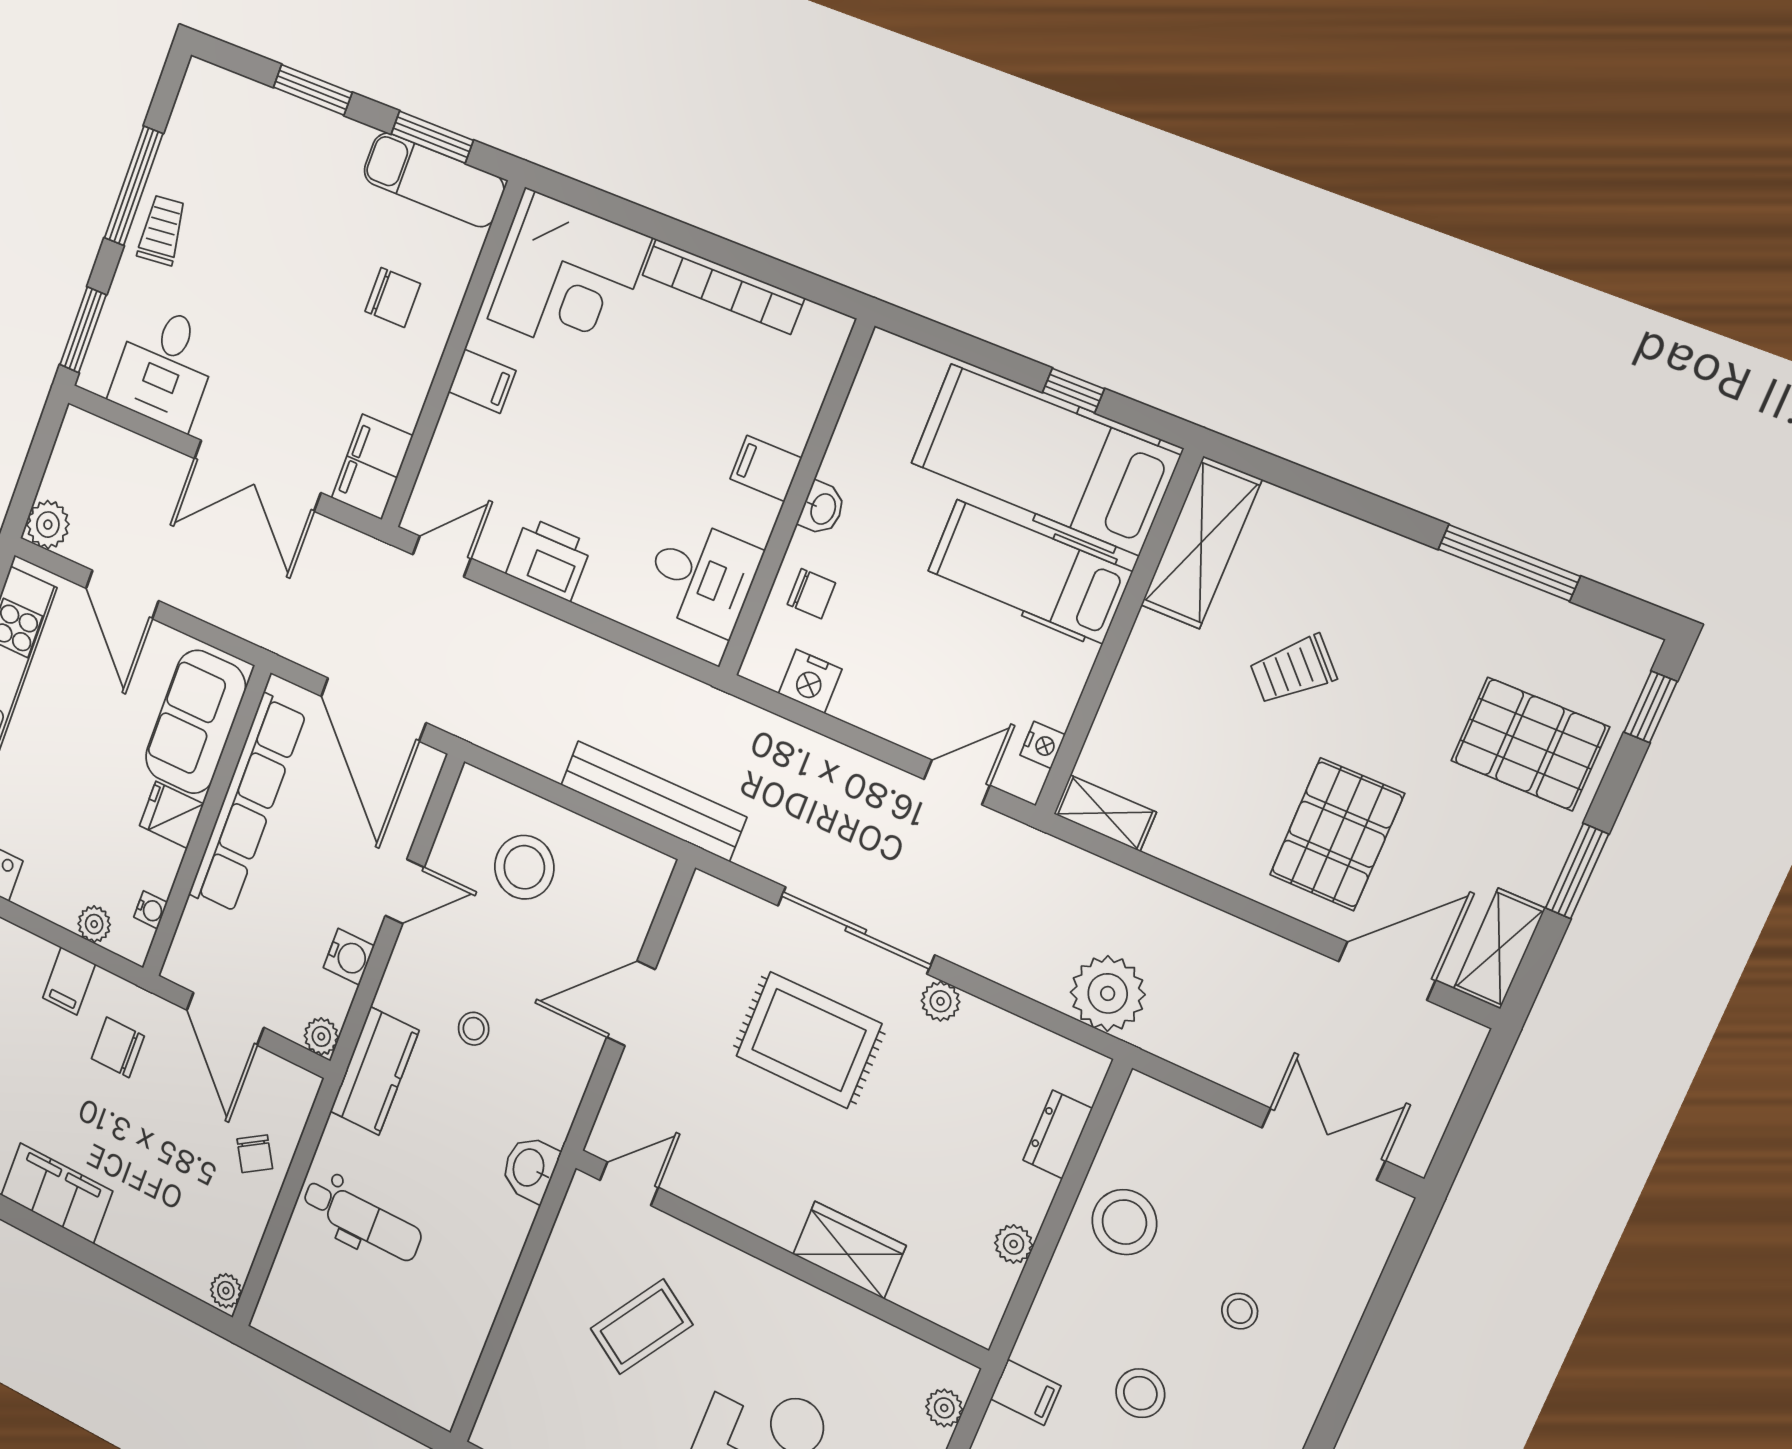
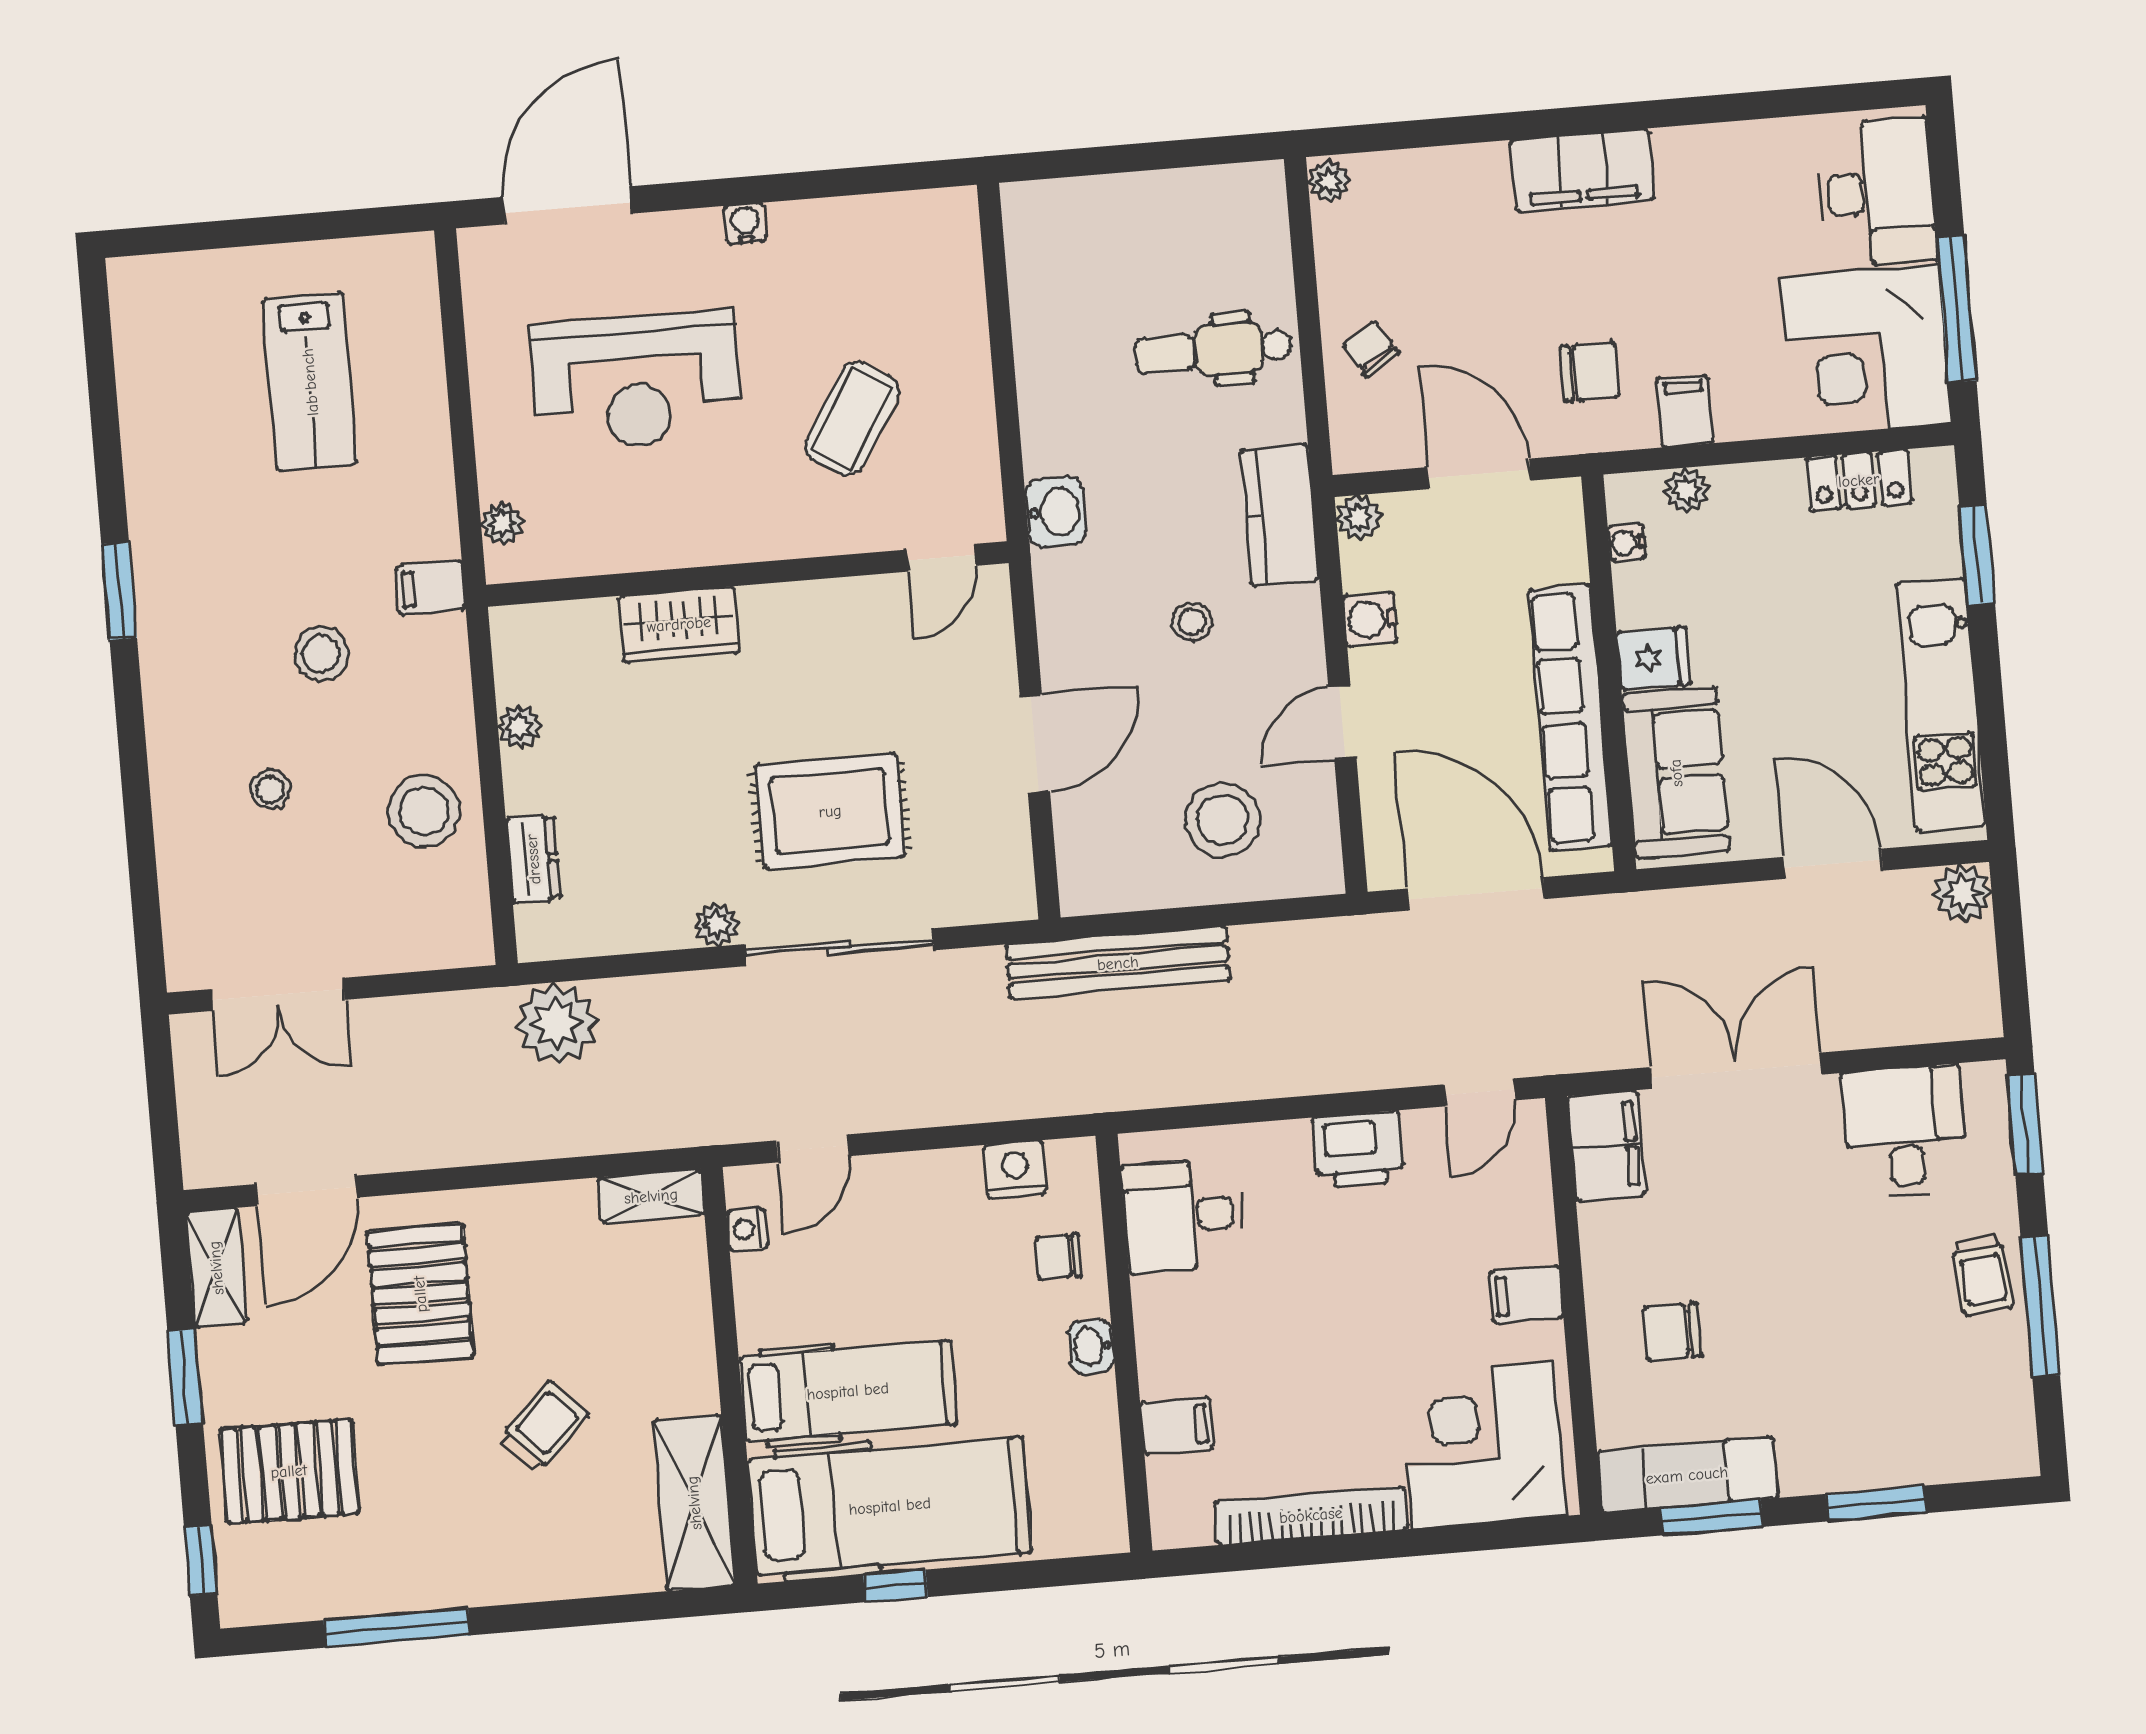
filing cabinet: (766, 468) -> (1177, 1425), moved

